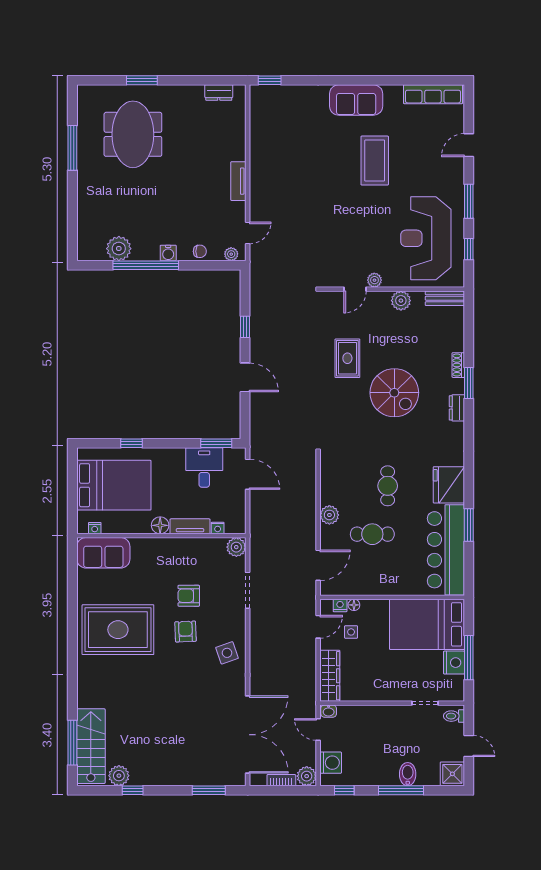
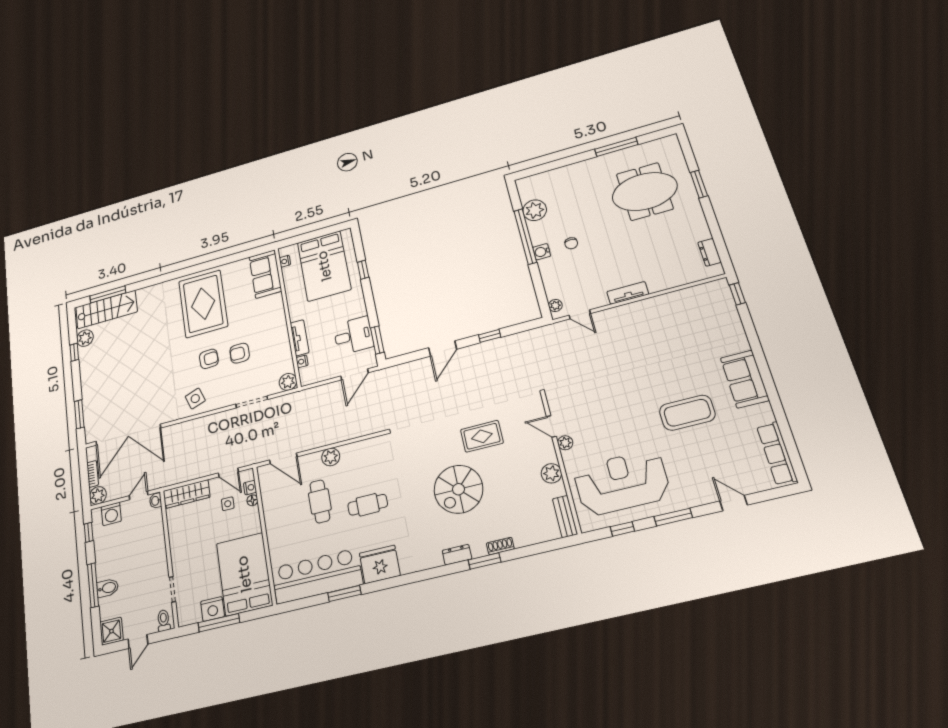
chair: (200, 251) -> (571, 243), moved
floor lamp: (160, 525) -> (296, 313), removed
armchair: (189, 596) -> (240, 353), turned -90

